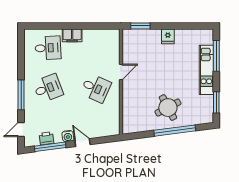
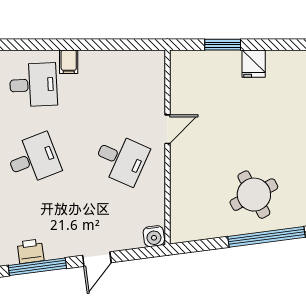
window: (140, 26) -> (223, 45), moved
filing cabinet: (72, 35) -> (69, 62), width x0.50
water cooler: (68, 136) -> (154, 236), moved
door: (83, 143) -> (97, 259), swing flipped

